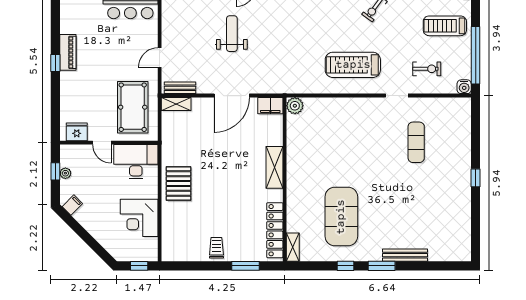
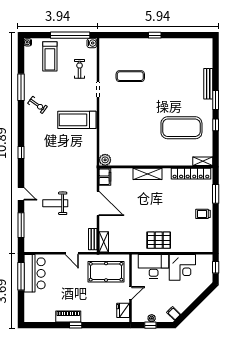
treadmill: (353, 65) -> (77, 120), turned 90
desk: (136, 162) -> (154, 266), moved, turned 90

